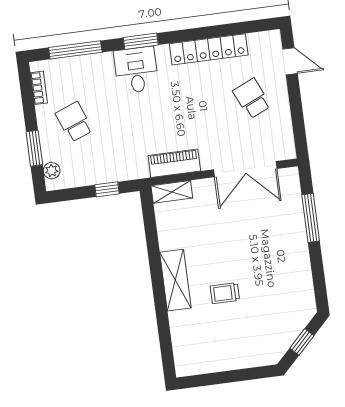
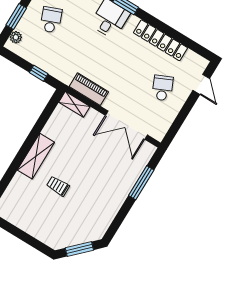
window: (302, 342) -> (79, 249), width x1.50

